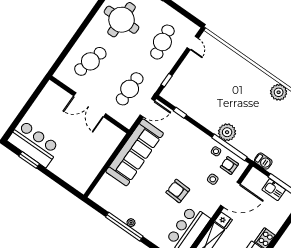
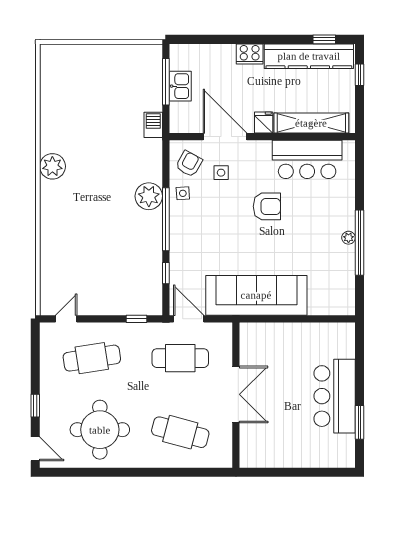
bar counter: (34, 144) -> (335, 396), moved
window: (230, 147) -> (166, 219), moved
armchair: (229, 165) -> (189, 164), turned -151
armchair: (178, 191) -> (267, 206), turned -93

